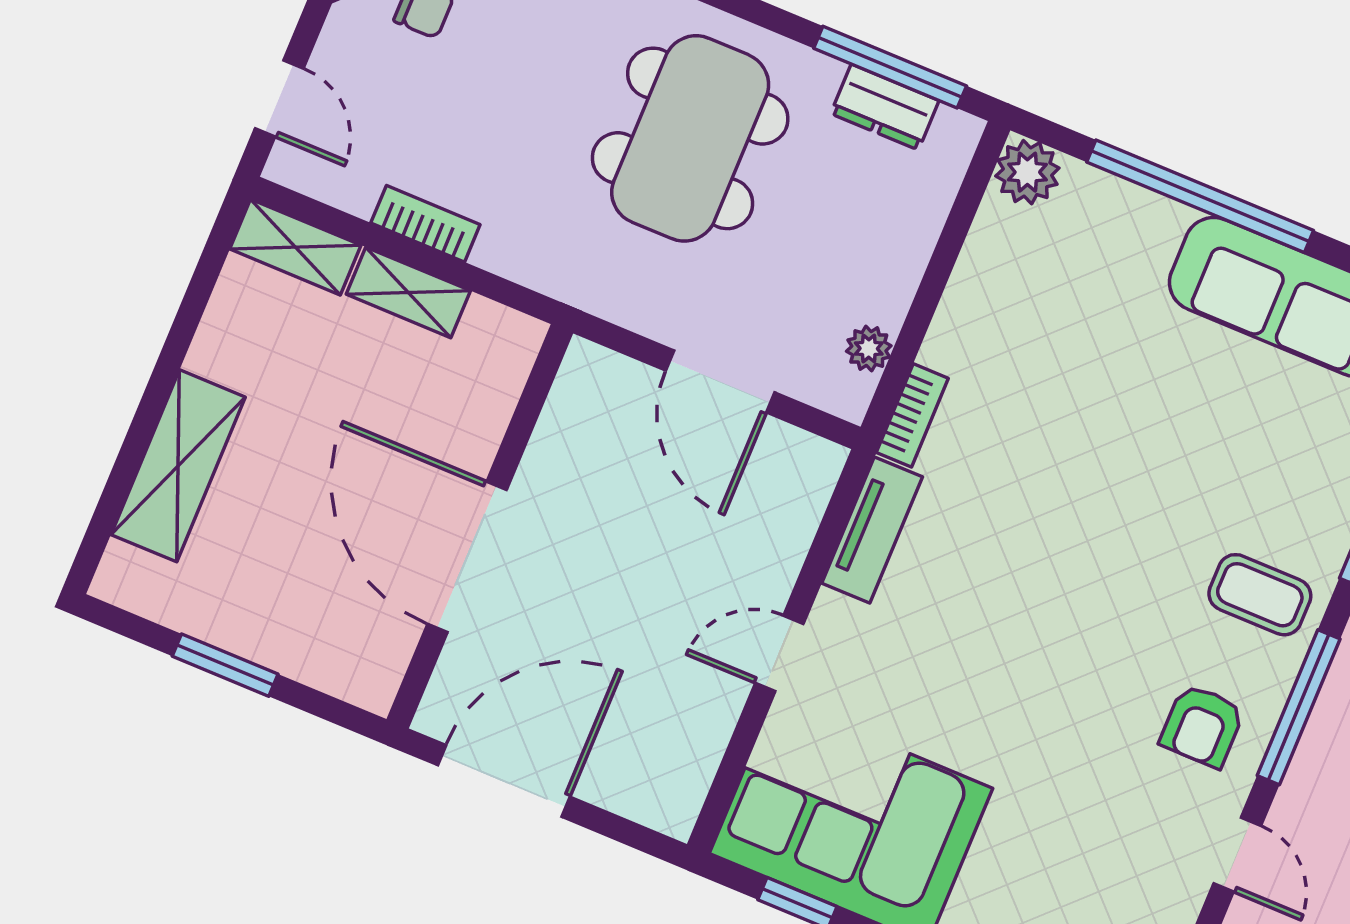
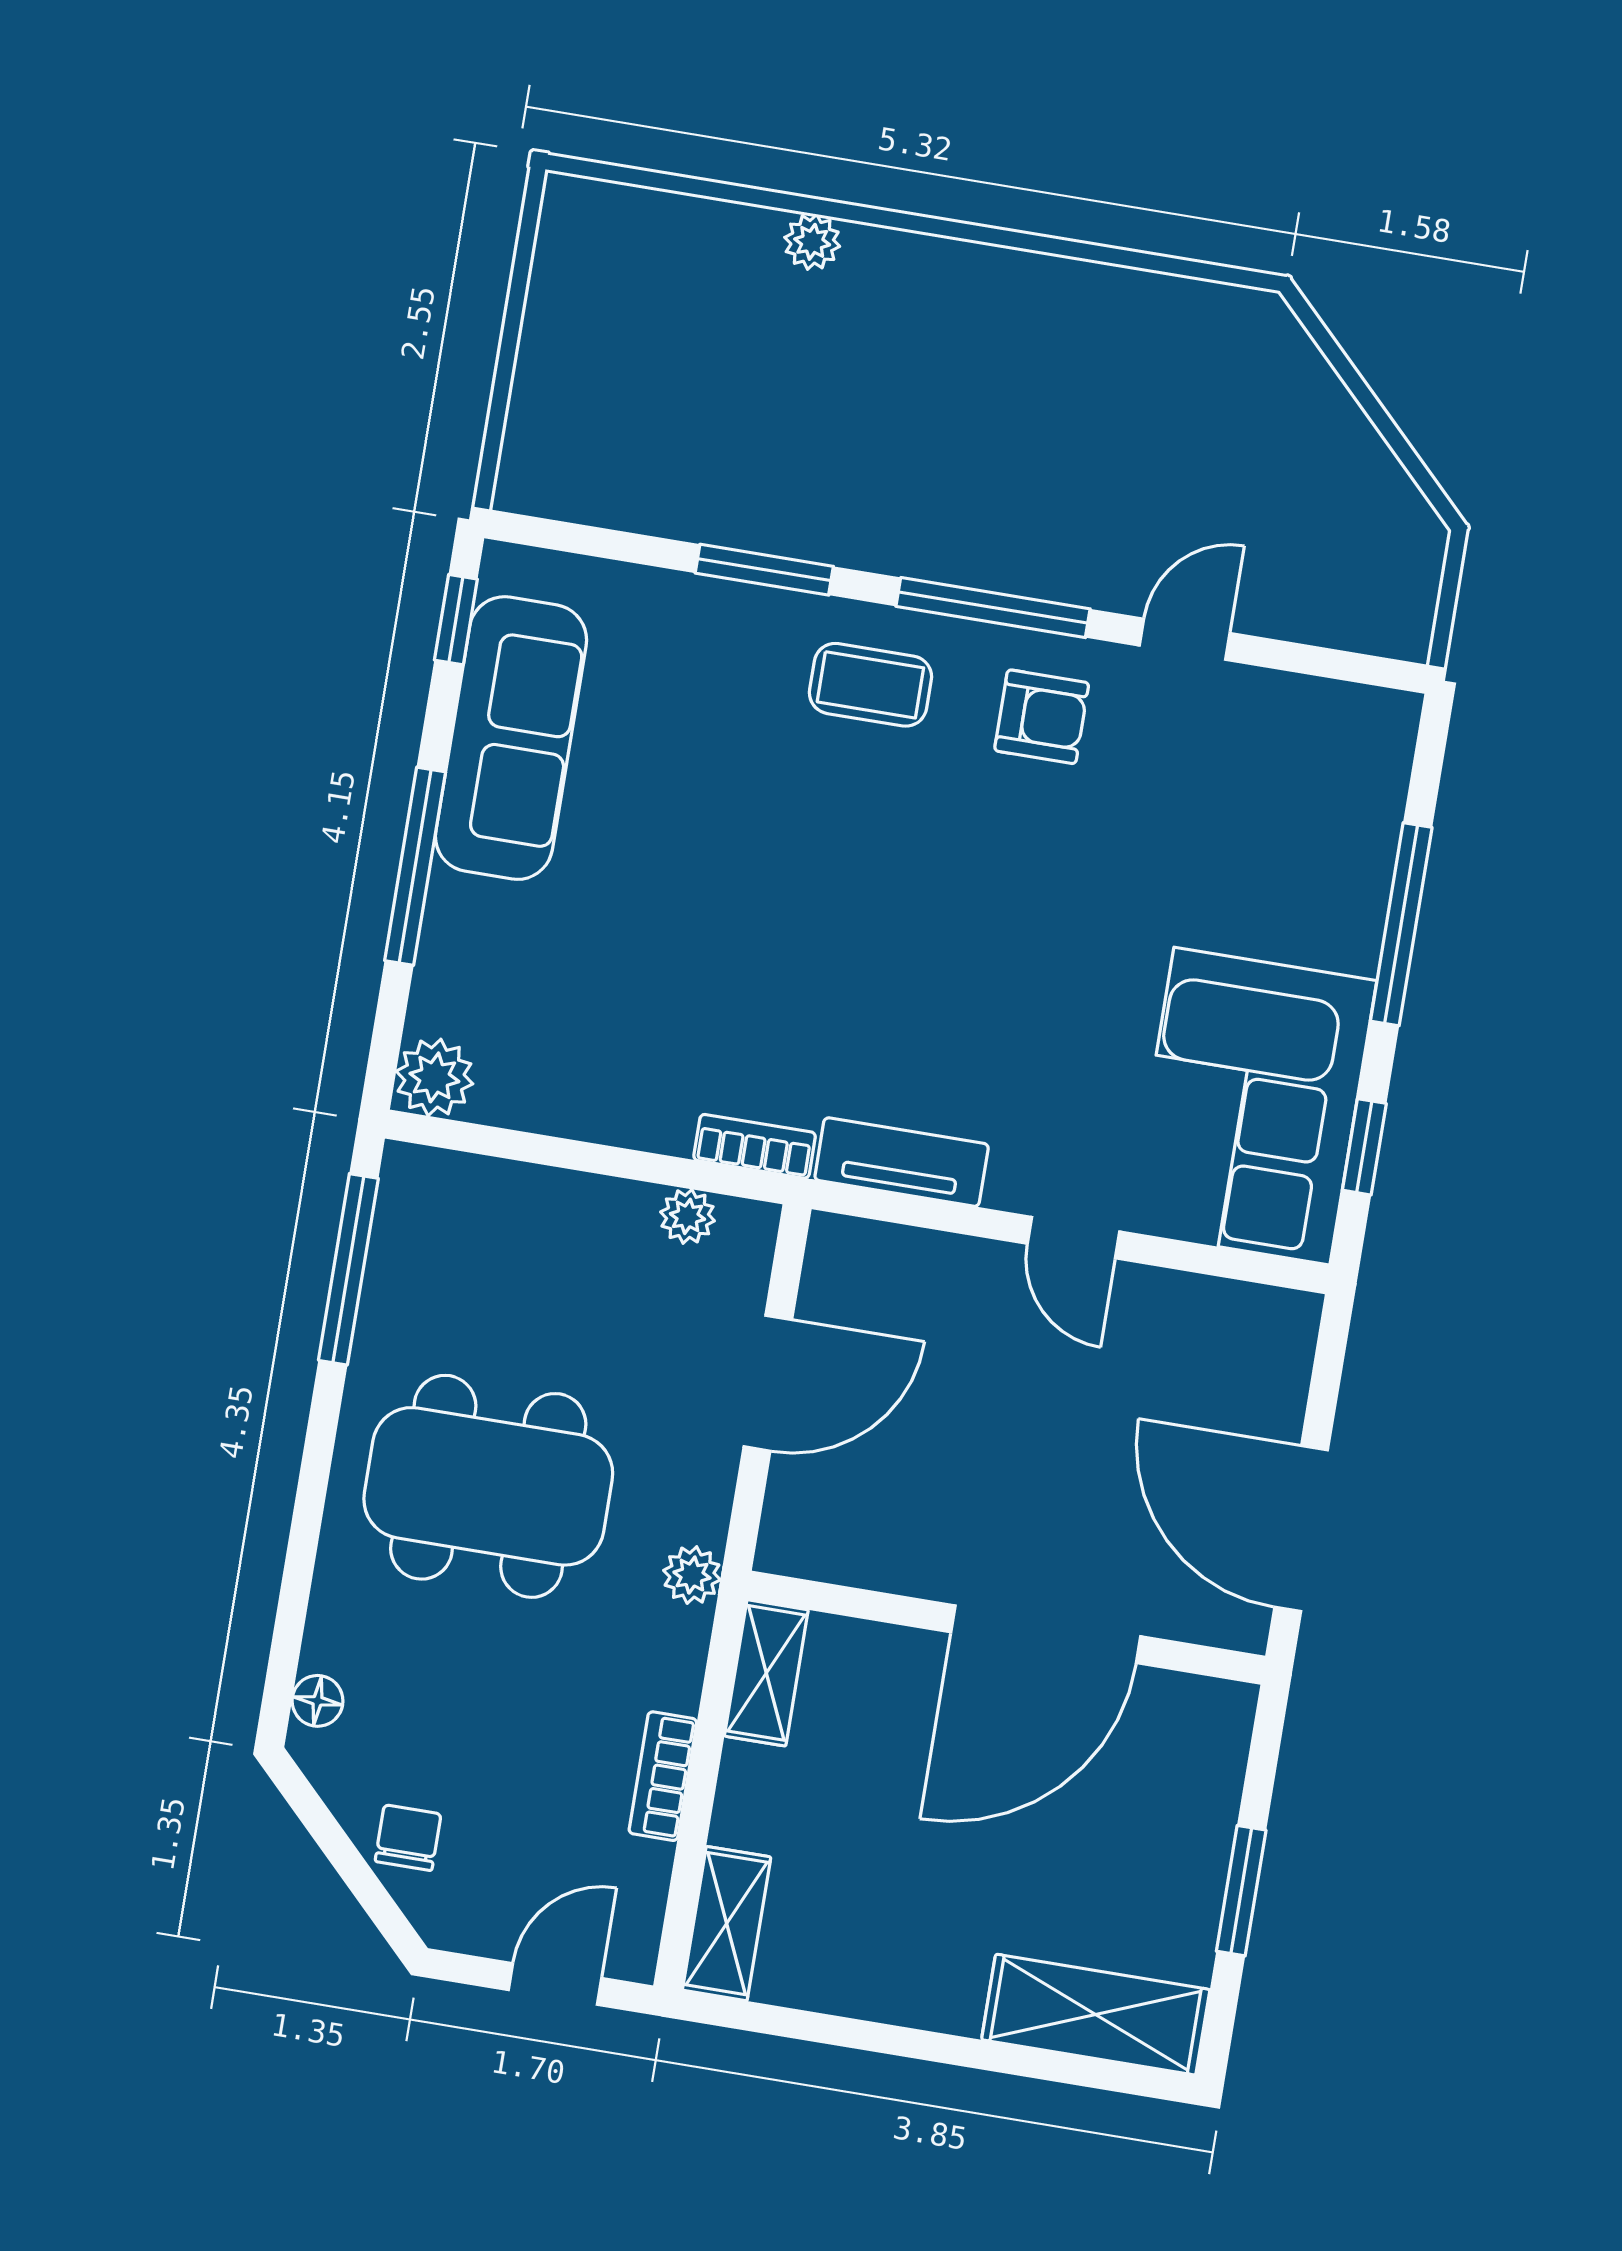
dresser: (885, 107) -> (397, 1264), removed
window: (1200, 196) -> (415, 866), width x0.68
plant: (581, 285) -> (692, 1575), added
shelving: (408, 292) -> (766, 1673), moved
shelving: (178, 466) -> (1096, 2015), moved
coffee table: (1260, 595) -> (870, 685), turned 90

